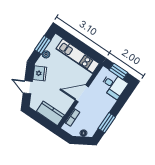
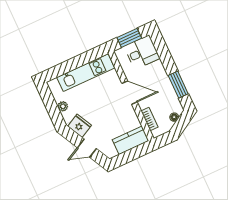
window: (43, 45) -> (50, 104), removed
door: (82, 93) -> (130, 93), swing flipped

